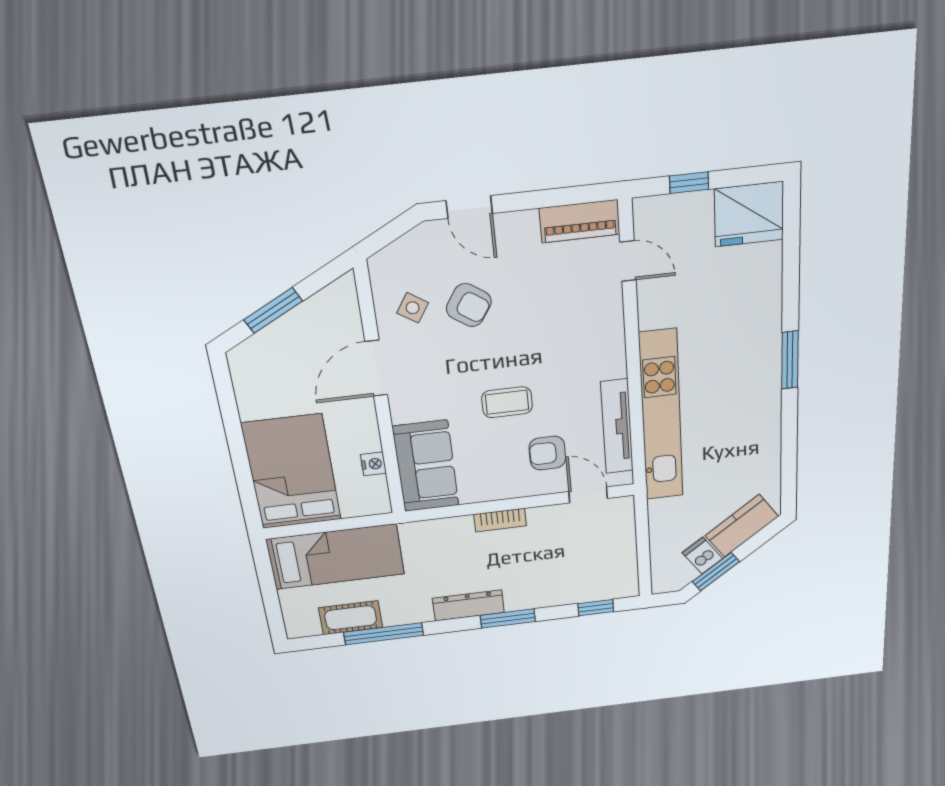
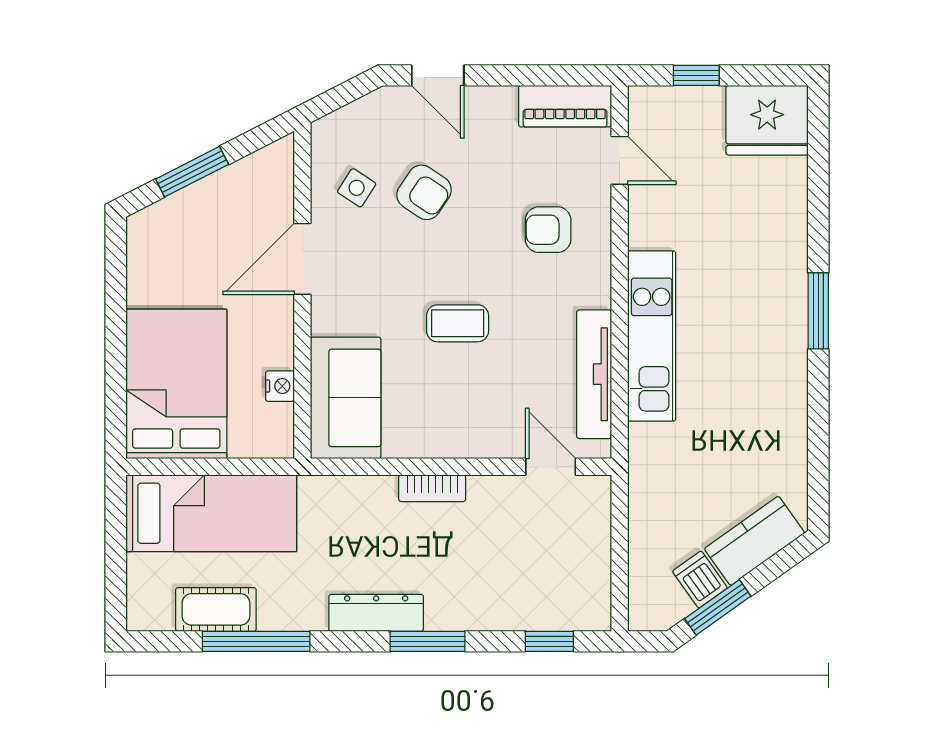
kitchen unit: (661, 416) -> (652, 336), width x0.73
armchair: (547, 453) -> (548, 230), moved

